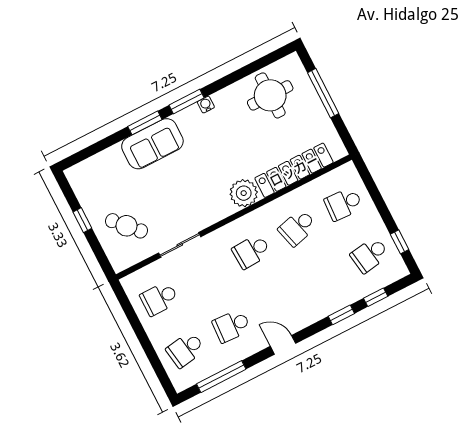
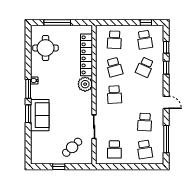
school desk: (324, 279) -> (145, 67), added
door: (283, 345) -> (166, 102), swing flipped

